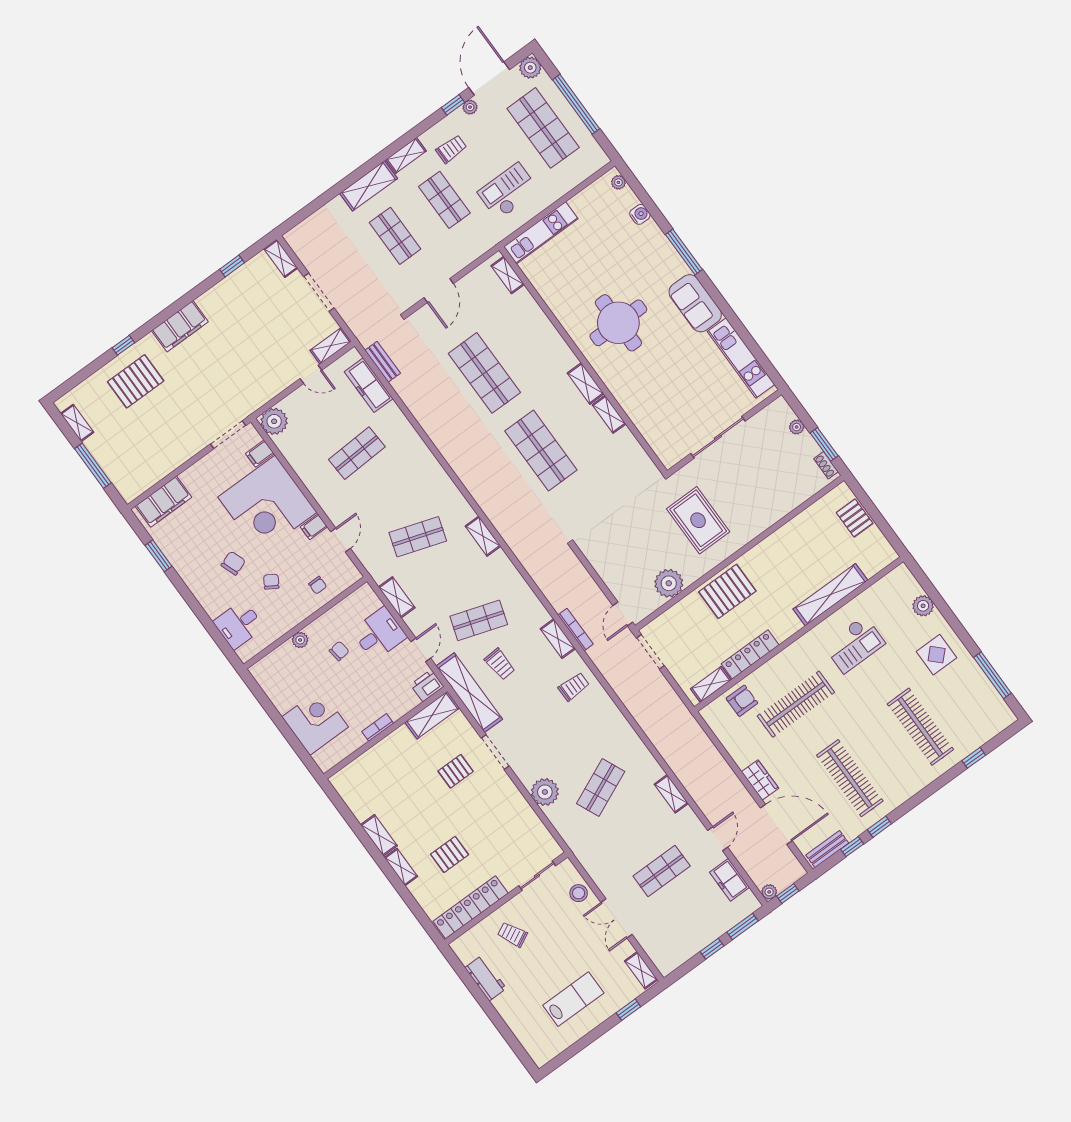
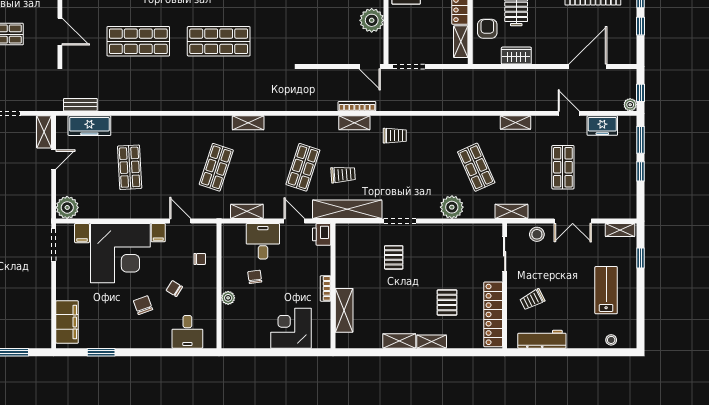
trolley: (574, 687) -> (395, 136), turned 90
shelving: (432, 715) -> (344, 310), moved
wardrobe: (760, 780) -> (516, 56), moved
bench: (827, 849) -> (630, 44), removed
shelving: (583, 852) -> (511, 211), added
workbench: (486, 978) -> (542, 339), width x1.38
stool: (529, 1039) -> (611, 340), added

